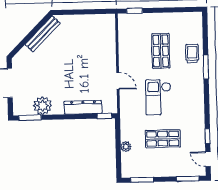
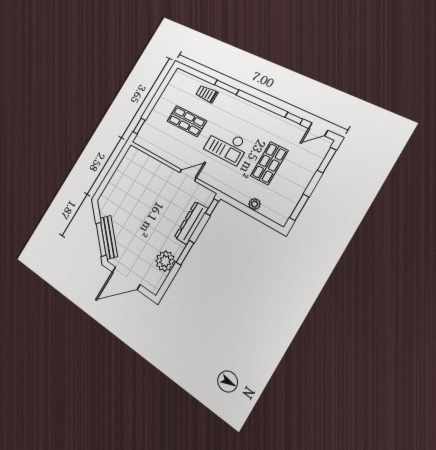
bench: (43, 34) -> (109, 237), moved
window: (25, 41) -> (101, 239), added
window: (30, 118) -> (185, 253), moved

